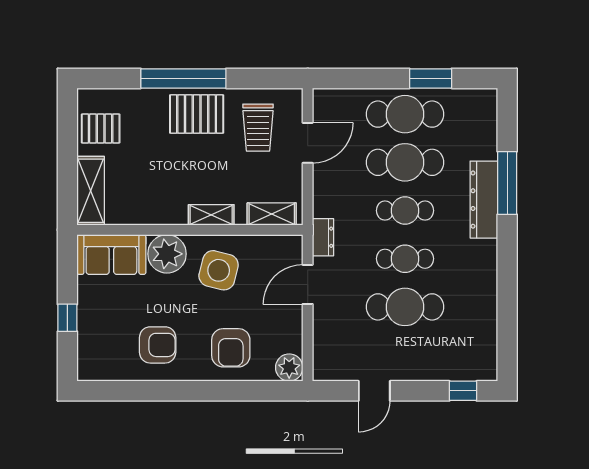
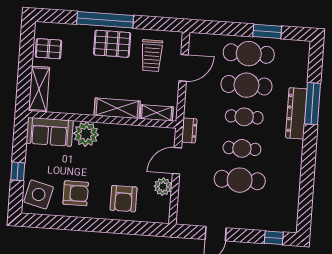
shelving: (211, 215) -> (117, 108), width x1.50, depth x1.33
side table: (219, 270) -> (39, 194), moved
plant: (289, 368) -> (163, 187), moved

